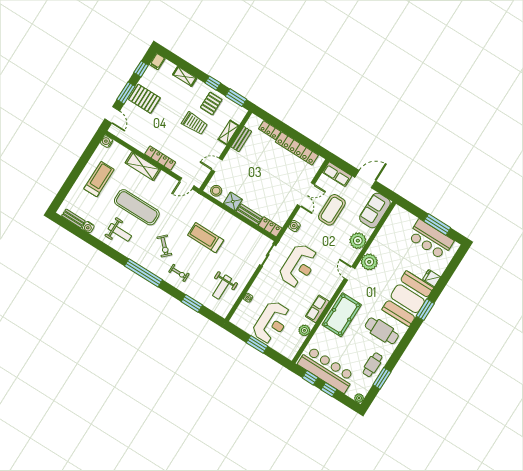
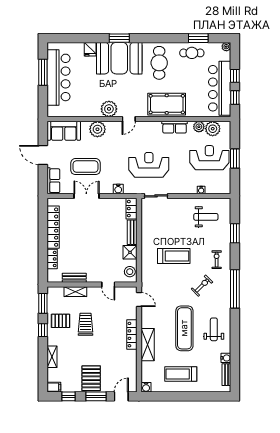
treadmill: (206, 238) -> (174, 256), turned -90
bar counter: (431, 239) -> (59, 77), width x1.36
plant: (295, 341) -> (213, 129), added

